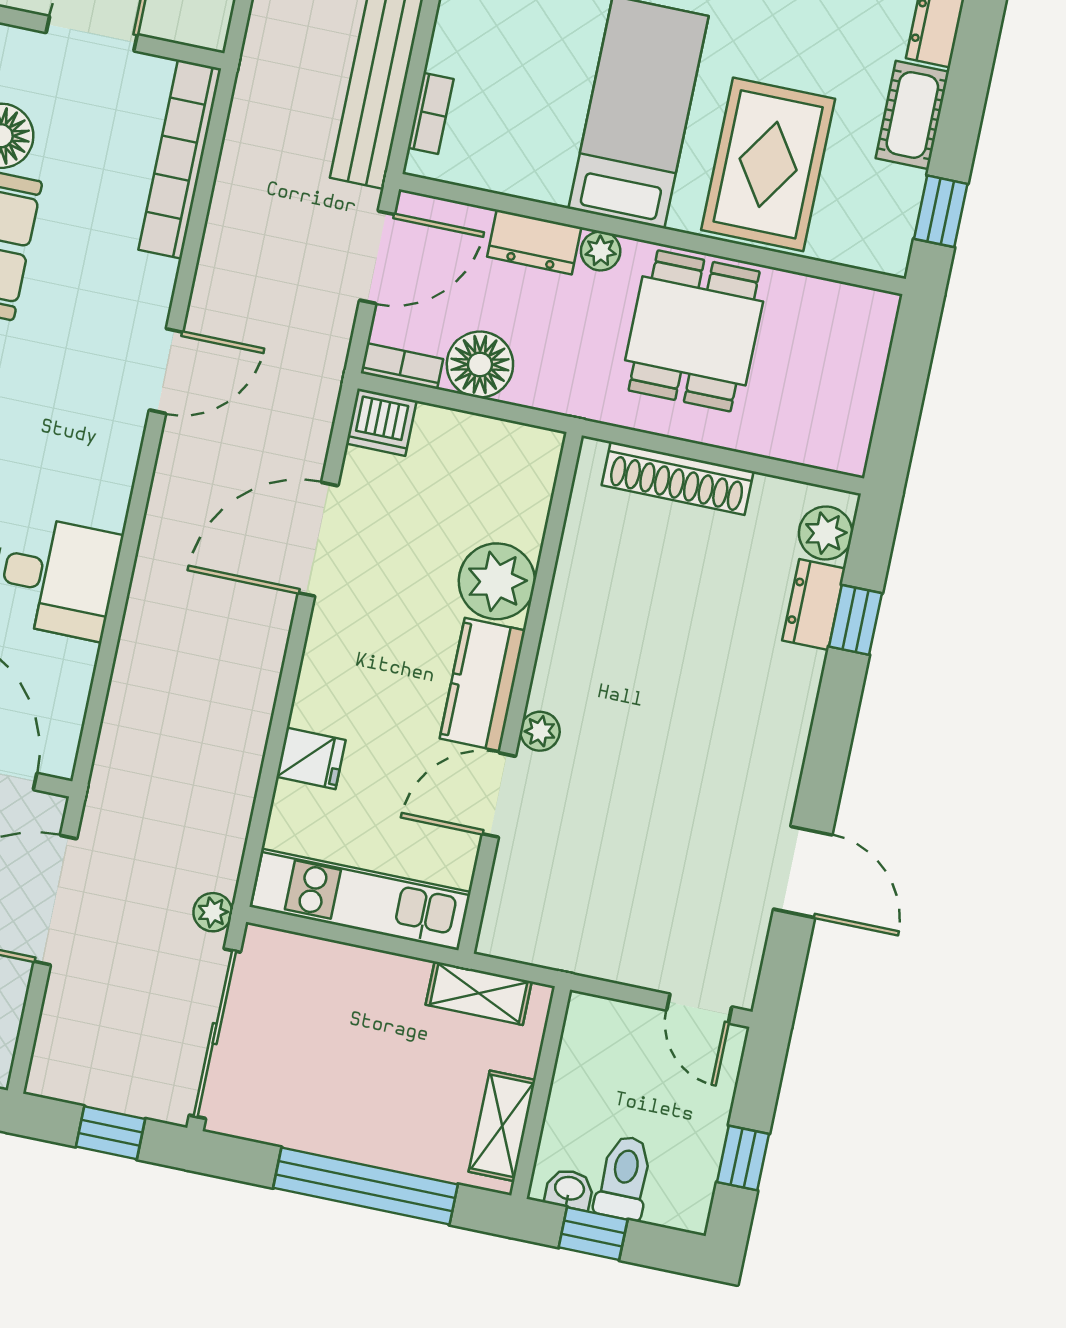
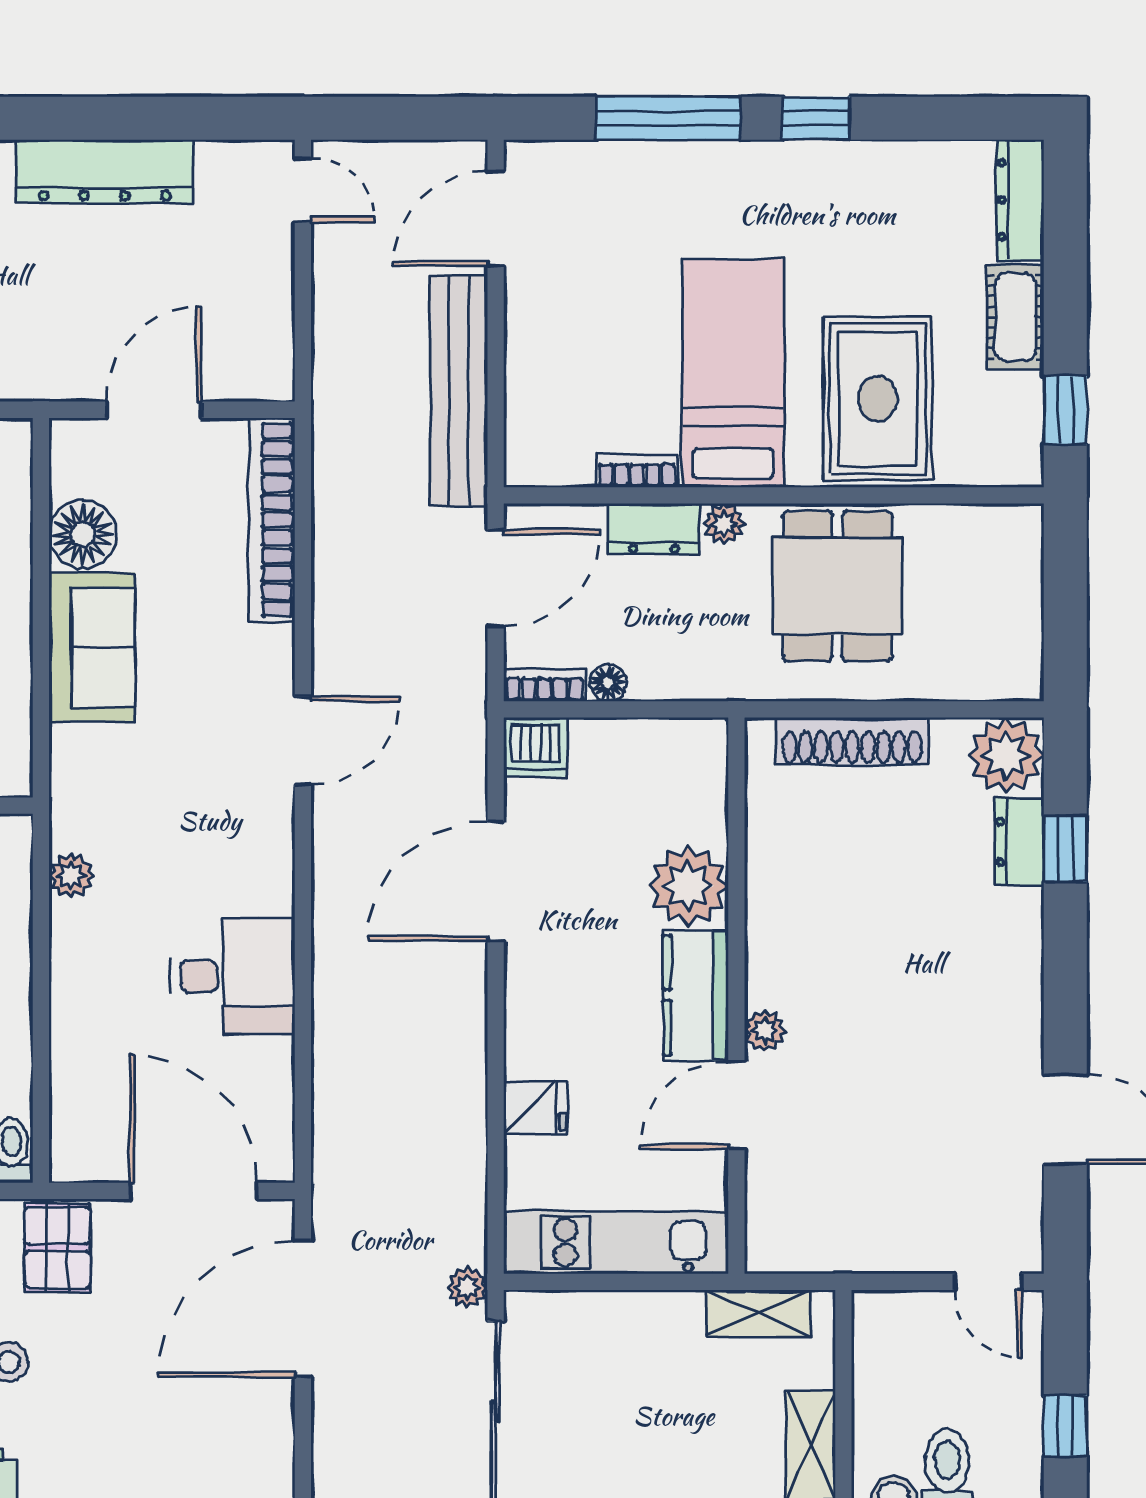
bookcase: (431, 113) -> (637, 471), moved, turned -90
floor lamp: (480, 364) -> (608, 683), width x0.53, depth x0.53
plant: (826, 533) -> (1006, 755), width x1.36, depth x1.36

